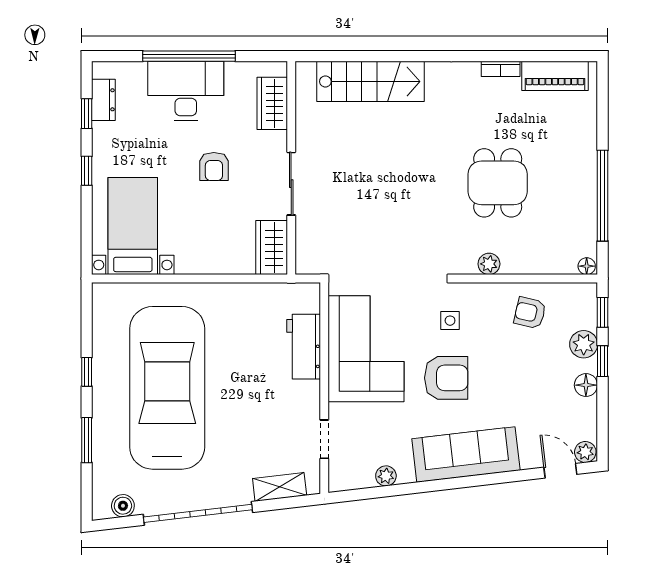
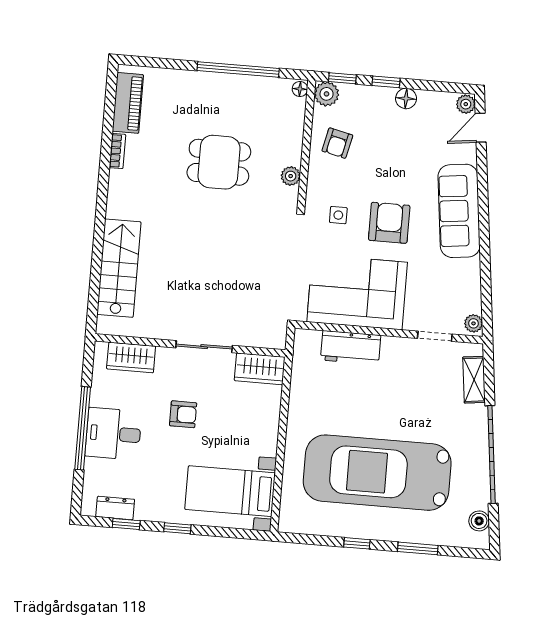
desk: (186, 91) -> (113, 434), width x0.73
plant: (584, 344) -> (327, 94), moved
plant: (386, 476) -> (473, 323), moved

